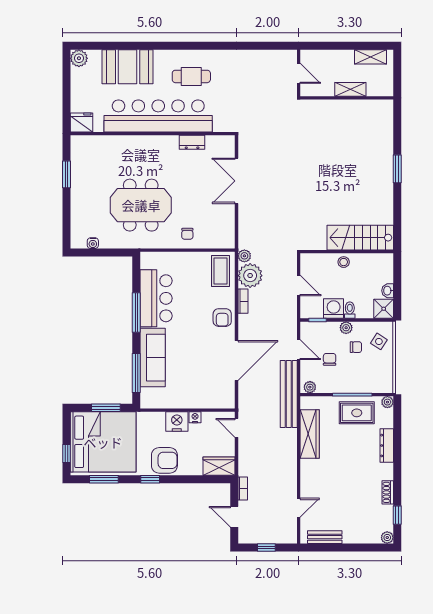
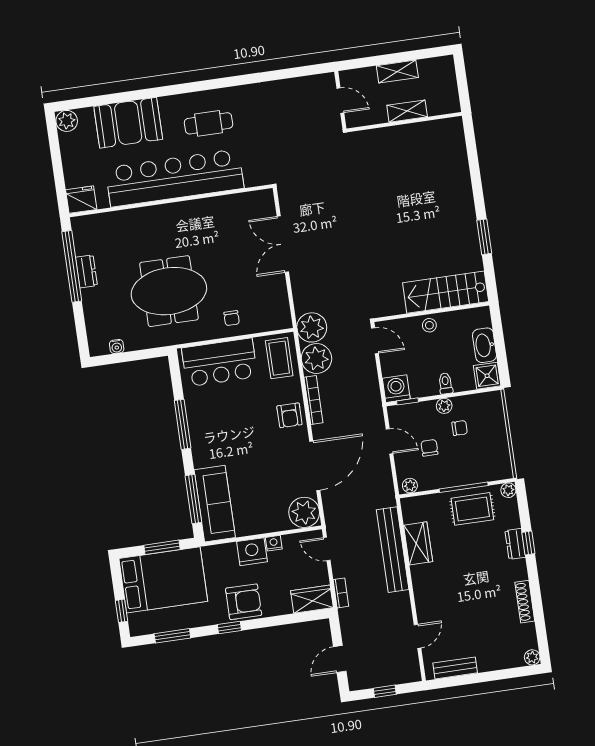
shelving: (371, 57) -> (397, 72), moved
dresser: (192, 142) -> (86, 271), moved, turned -90
window: (397, 169) -> (484, 237), moved
window: (66, 174) -> (72, 266), width x2.11
plant: (244, 256) -> (312, 327), width x1.88, depth x1.88
door: (299, 285) -> (375, 341), moved
washbasin: (388, 291) -> (485, 345), width x1.91, depth x1.45
bar counter: (156, 298) -> (220, 362), moved, turned 90
bookcase: (243, 301) -> (313, 400), width x1.56
washing machine: (334, 309) -> (396, 389), moved
side table: (379, 341) -> (487, 417), removed
sofa: (153, 358) -> (215, 504), moved
bench: (289, 394) -> (393, 550), moved
plant: (223, 396) -> (304, 512), added
wardrobe: (310, 434) -> (418, 543), width x0.67
bed: (103, 442) -> (163, 580), width x0.73
dresser: (387, 446) -> (515, 544), width x0.70
bookcase: (243, 489) -> (341, 593), moved
shoe rack: (388, 492) -> (525, 602), width x1.43
window: (397, 515) -> (528, 543), moved
door: (234, 517) -> (340, 659), hinge flipped

